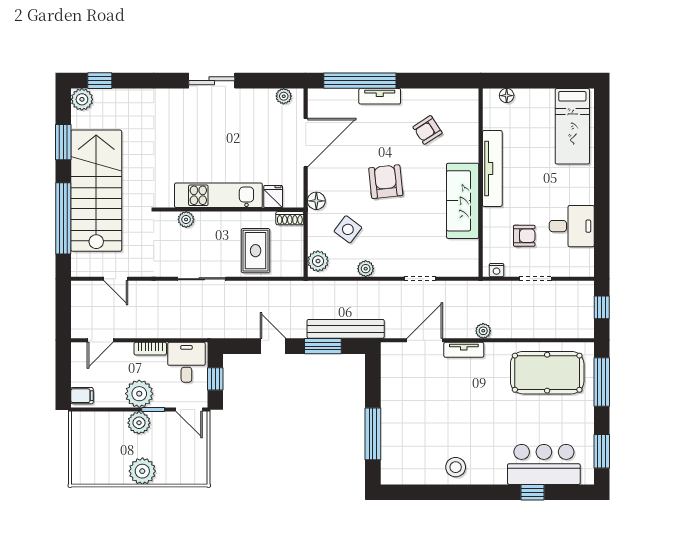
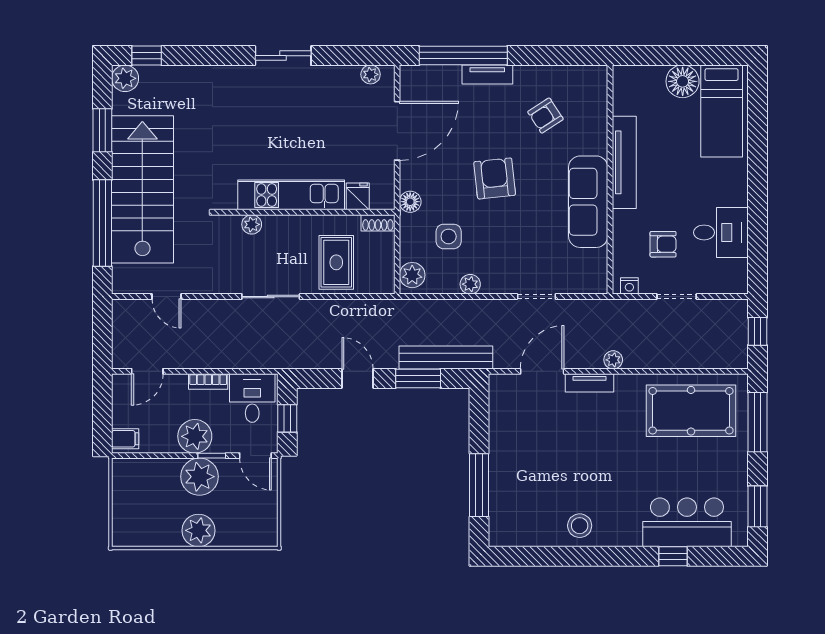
floor lamp: (507, 96) -> (683, 81), moved, width x1.89, depth x1.89
side table: (348, 229) -> (449, 236), turned -37
plant: (139, 423) -> (199, 477), width x1.36, depth x1.36

